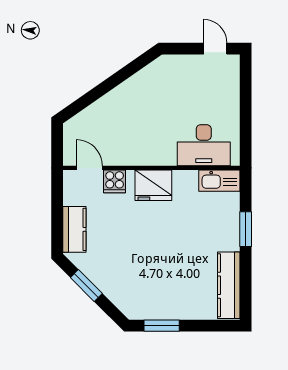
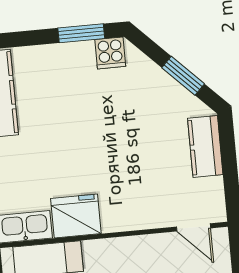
cooker: (115, 181) -> (110, 53), moved, turned 180
fridge: (153, 185) -> (76, 216), moved

